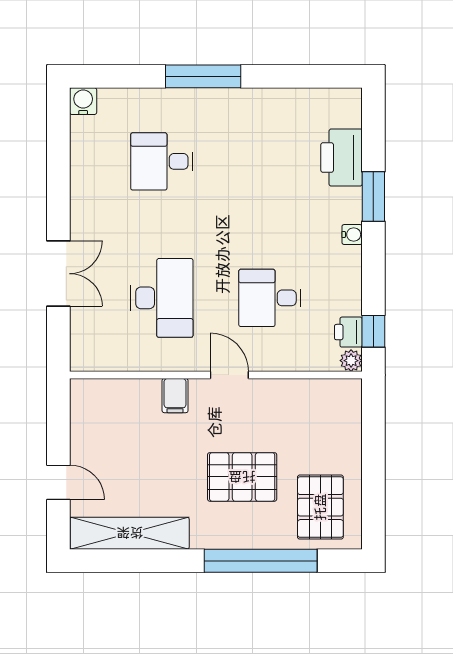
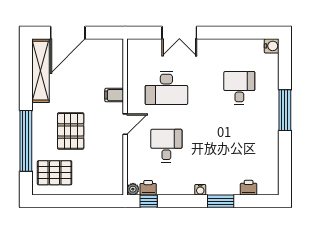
printer: (342, 158) -> (249, 188), width x0.53, depth x0.68
door: (58, 482) -> (68, 33), width x1.87

